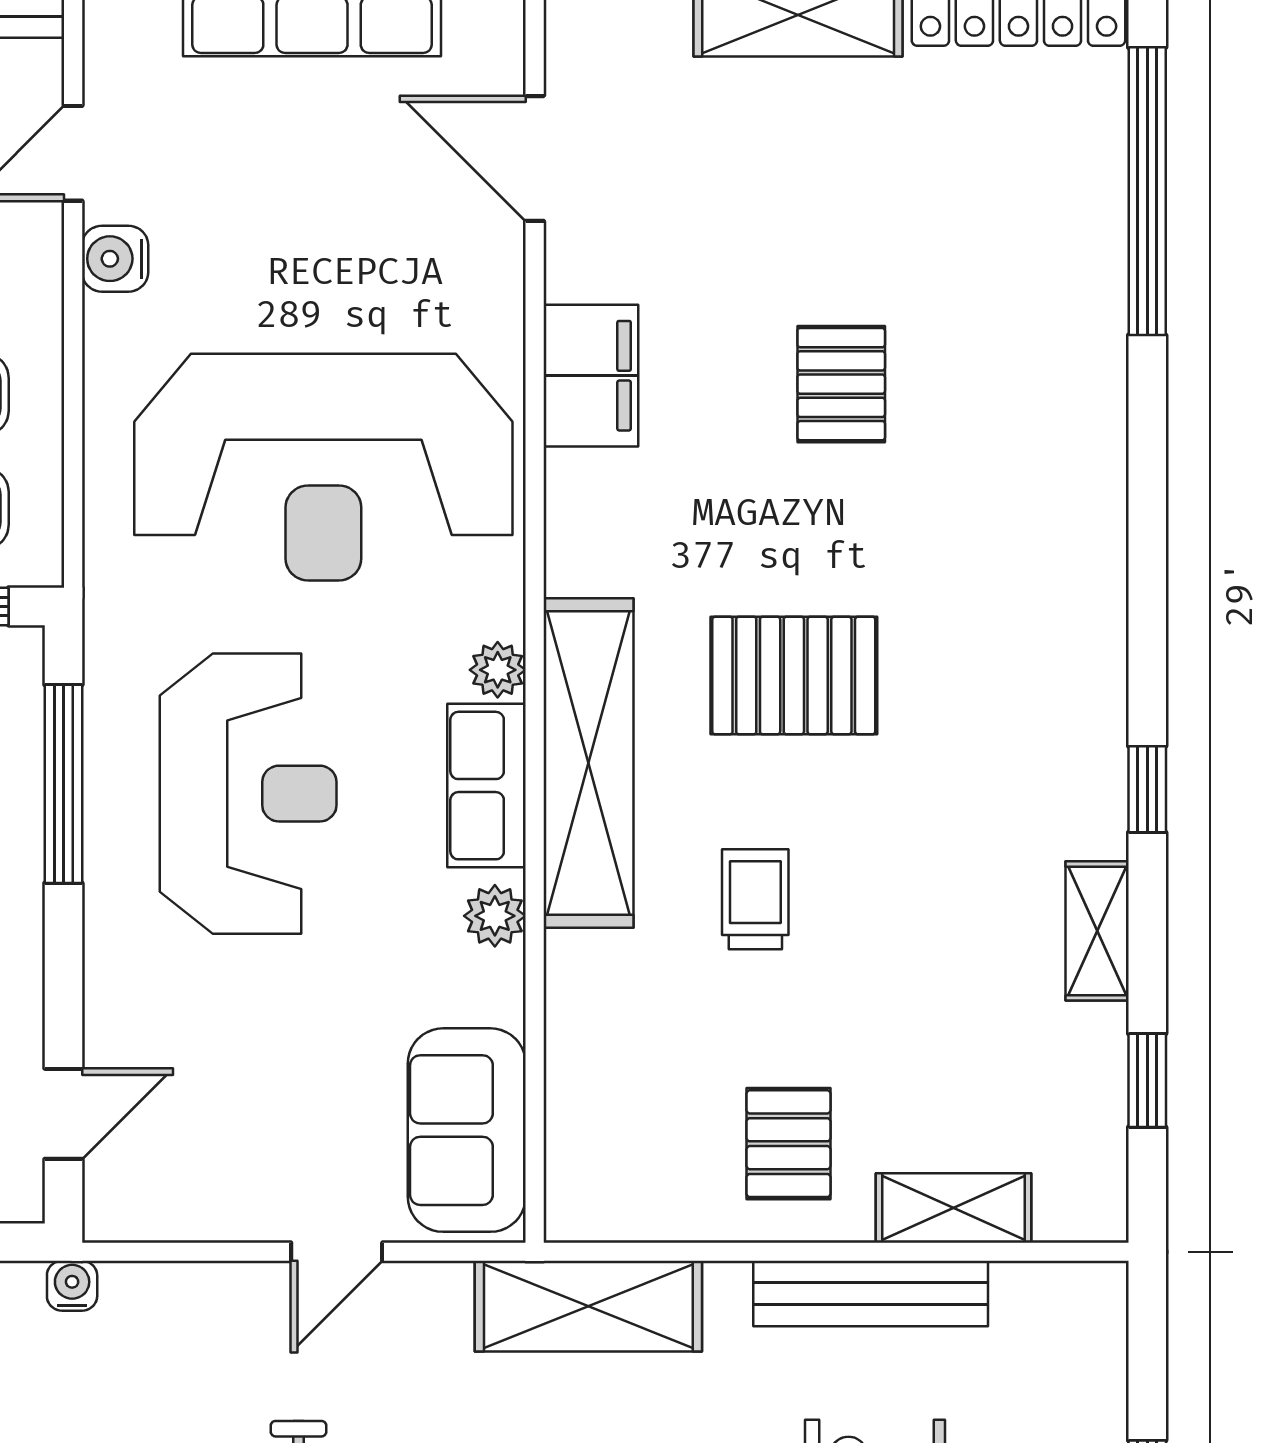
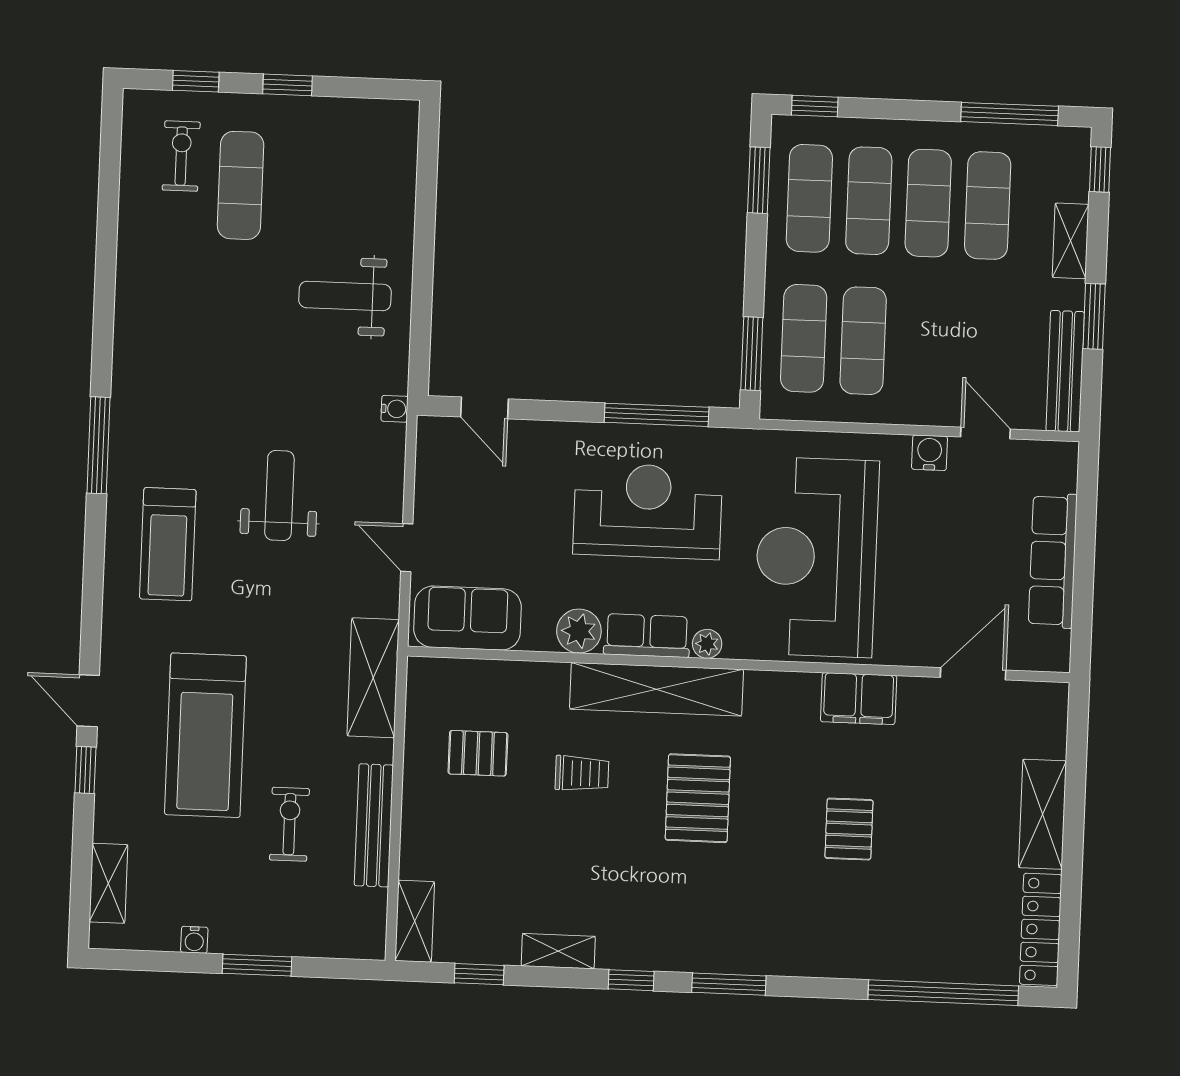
pallet: (841, 384) -> (849, 829), turned 90
window: (1147, 602) -> (729, 984), added
reception desk: (248, 794) -> (648, 511), turned 180
plant: (495, 916) -> (579, 631), width x1.38, depth x1.38
pallet: (788, 1144) -> (478, 753), moved
shelving: (954, 1208) -> (415, 921), moved

